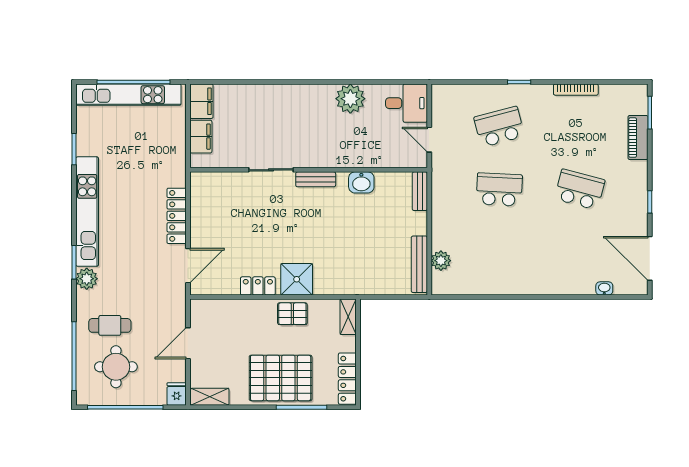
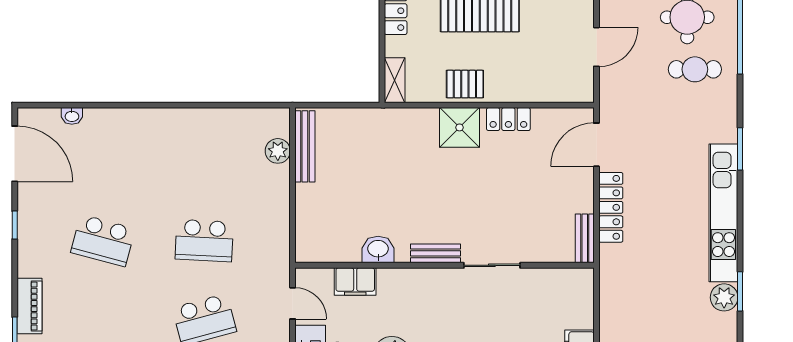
filing cabinet: (201, 137) -> (355, 281), moved, turned -90
bench: (420, 191) -> (585, 238), moved
plant: (87, 279) -> (724, 297), moved

